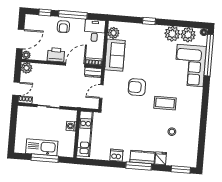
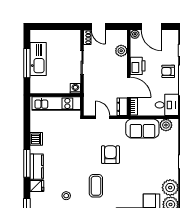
plant: (27, 68) -> (121, 51), moved
washing machine: (71, 126) -> (75, 88), moved

